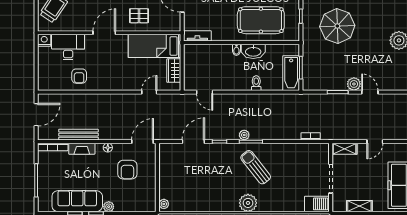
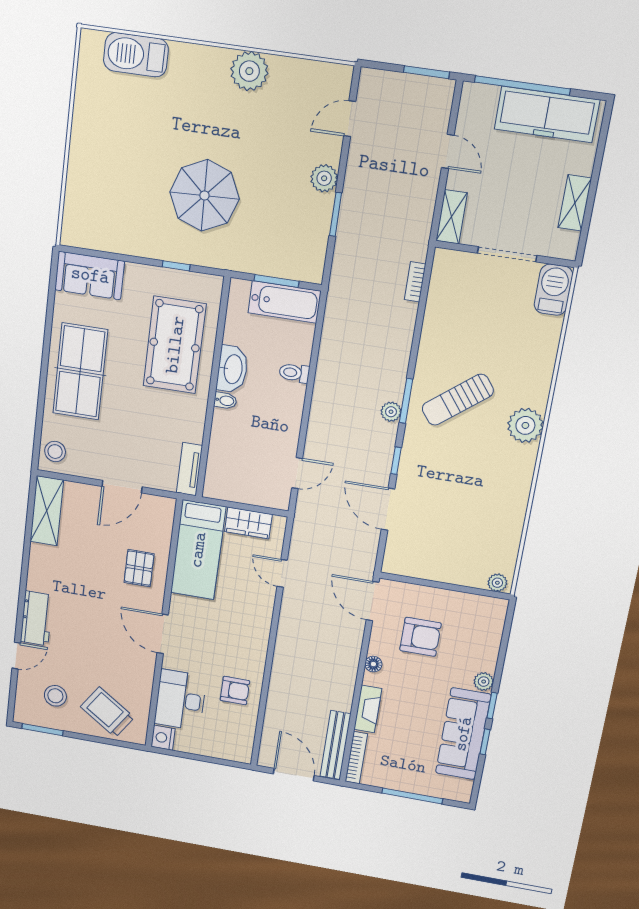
door: (370, 92) -> (350, 119), moved
bench: (78, 135) -> (335, 745), moved

